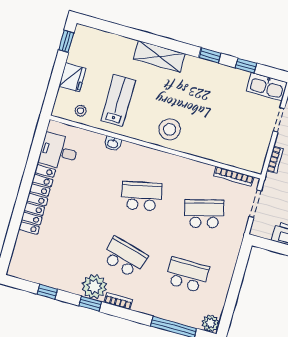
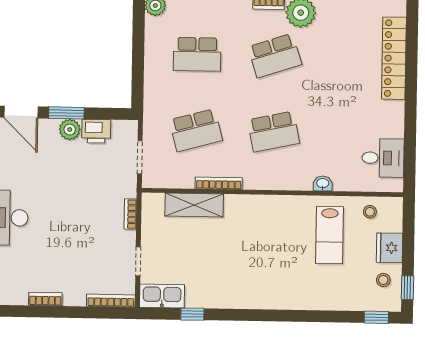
window: (210, 55) -> (376, 317), moved
shelving: (159, 56) -> (194, 205), moved
stool: (170, 129) -> (383, 280), moved, width x0.53, depth x0.53
bookcase: (234, 176) -> (219, 183), moved
locker: (37, 200) -> (394, 58), moved
school desk: (124, 257) -> (275, 56), turned -33

